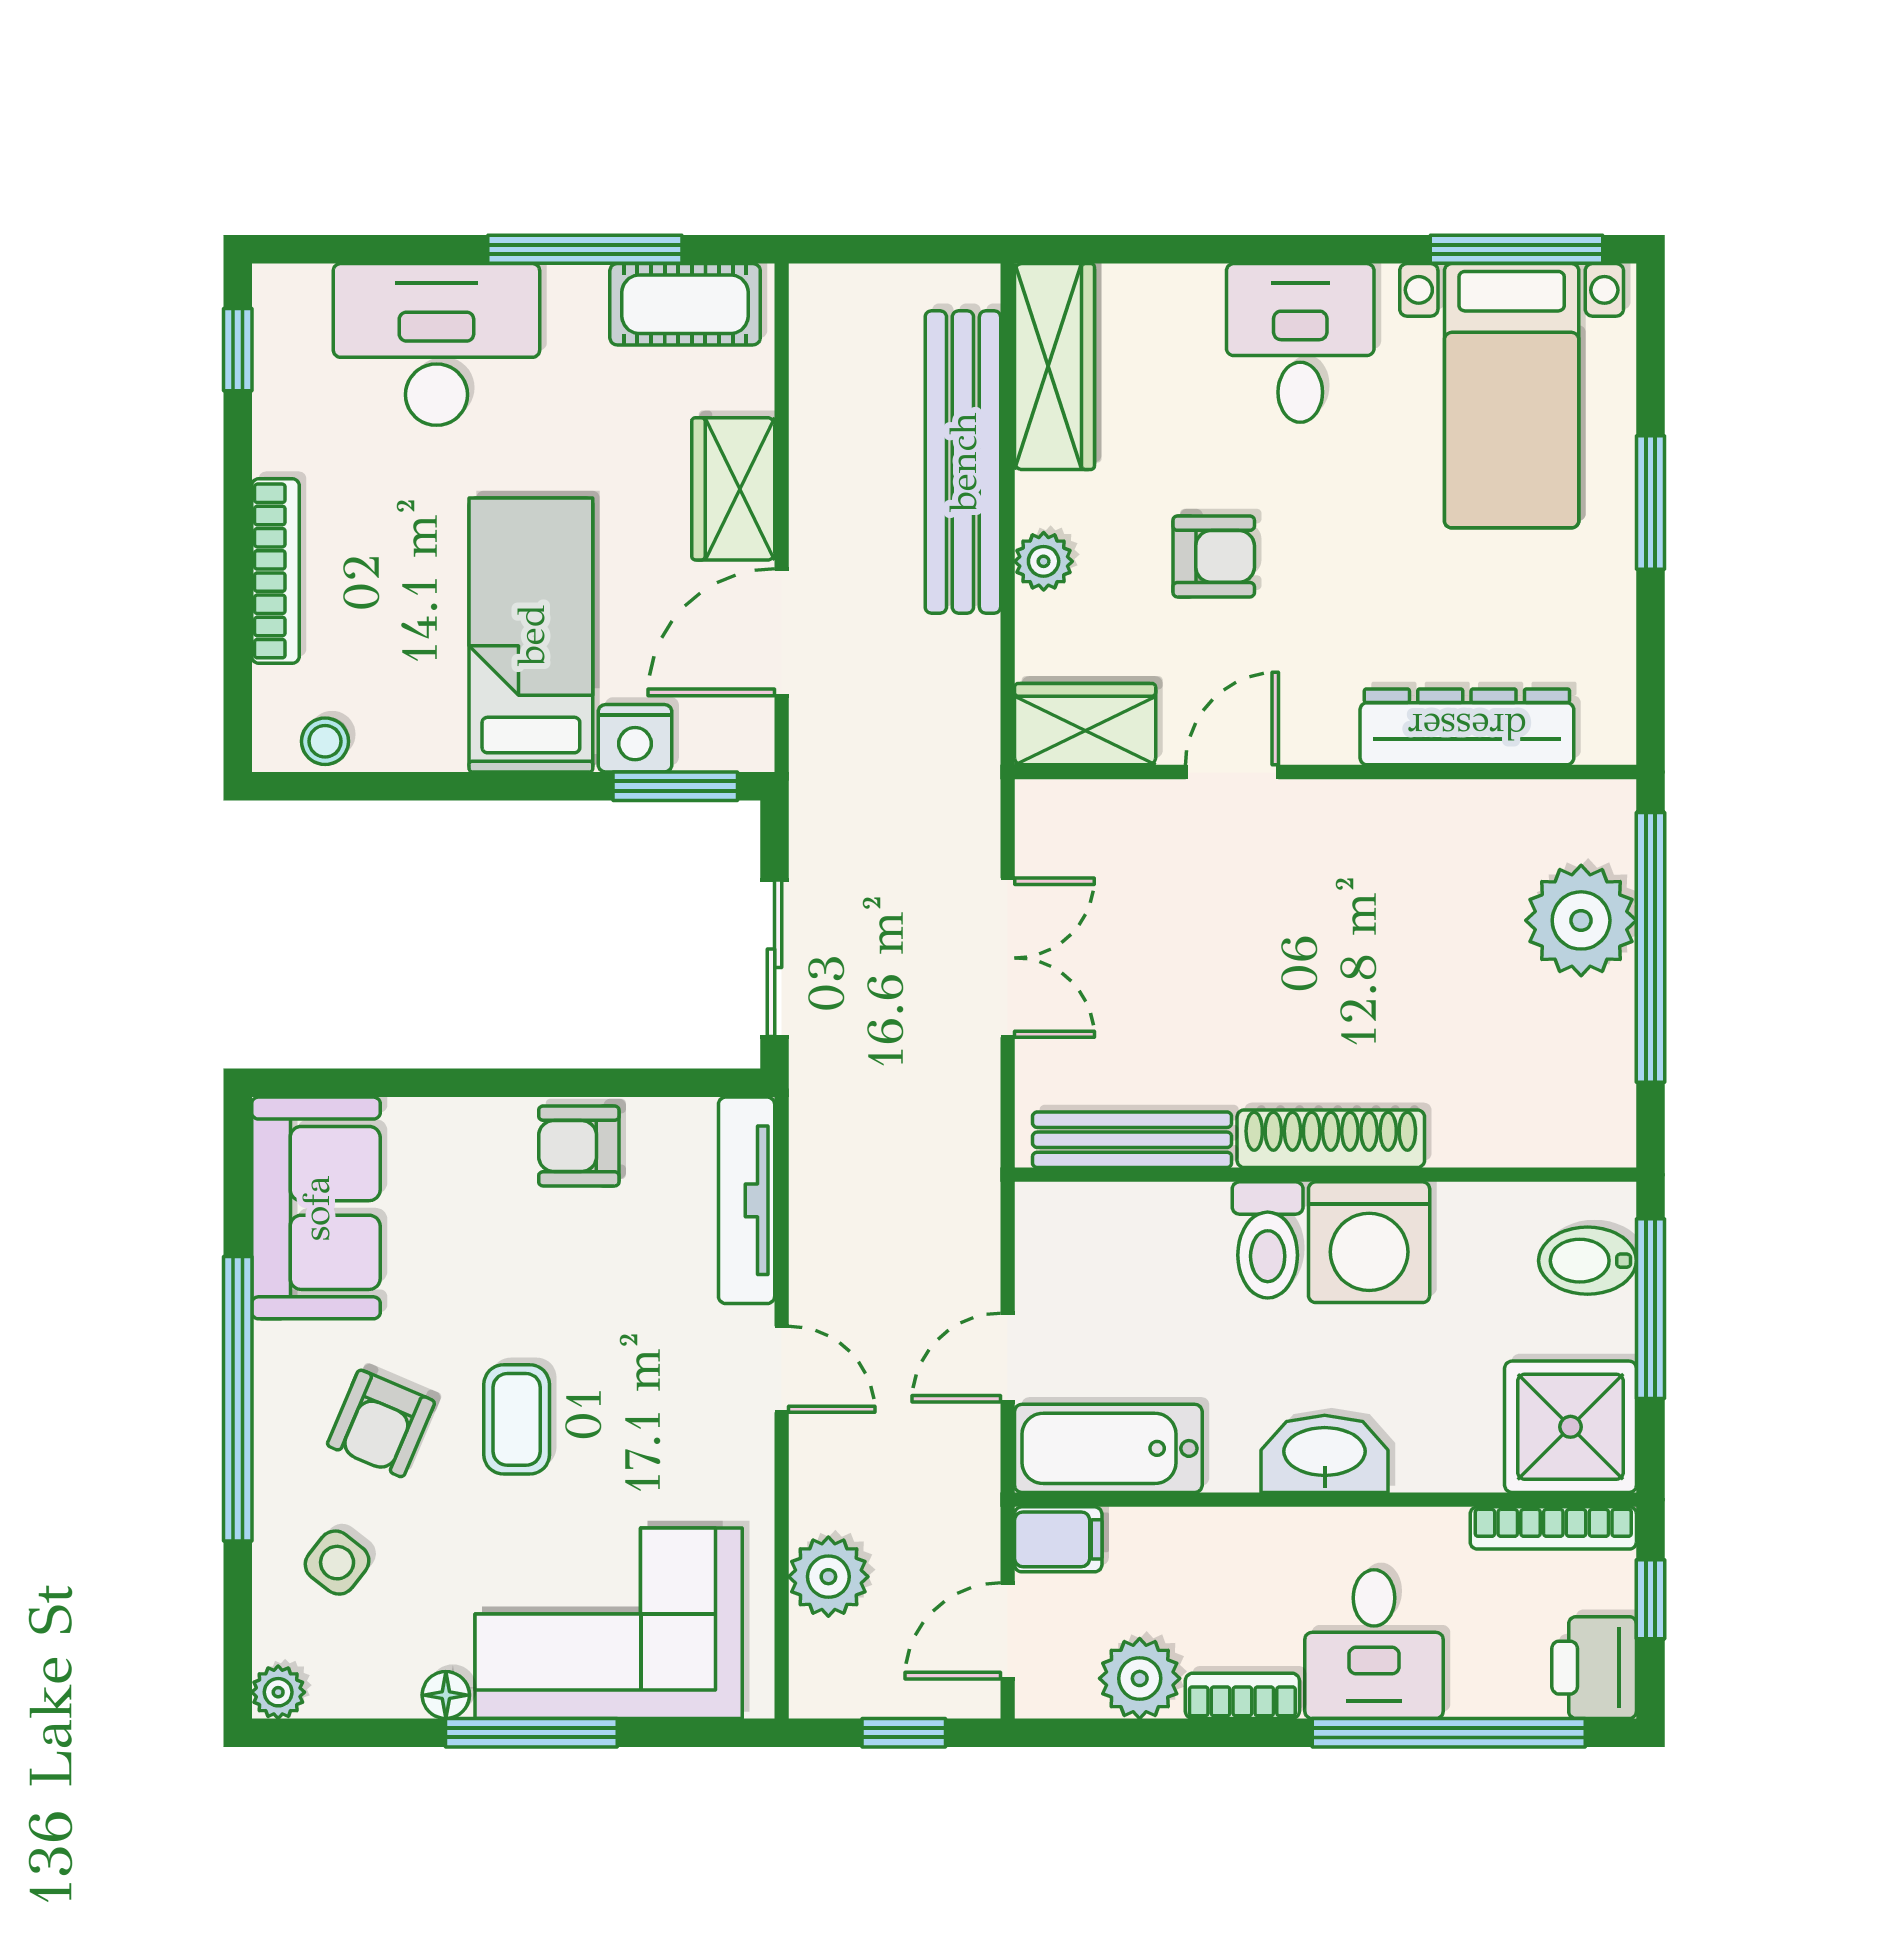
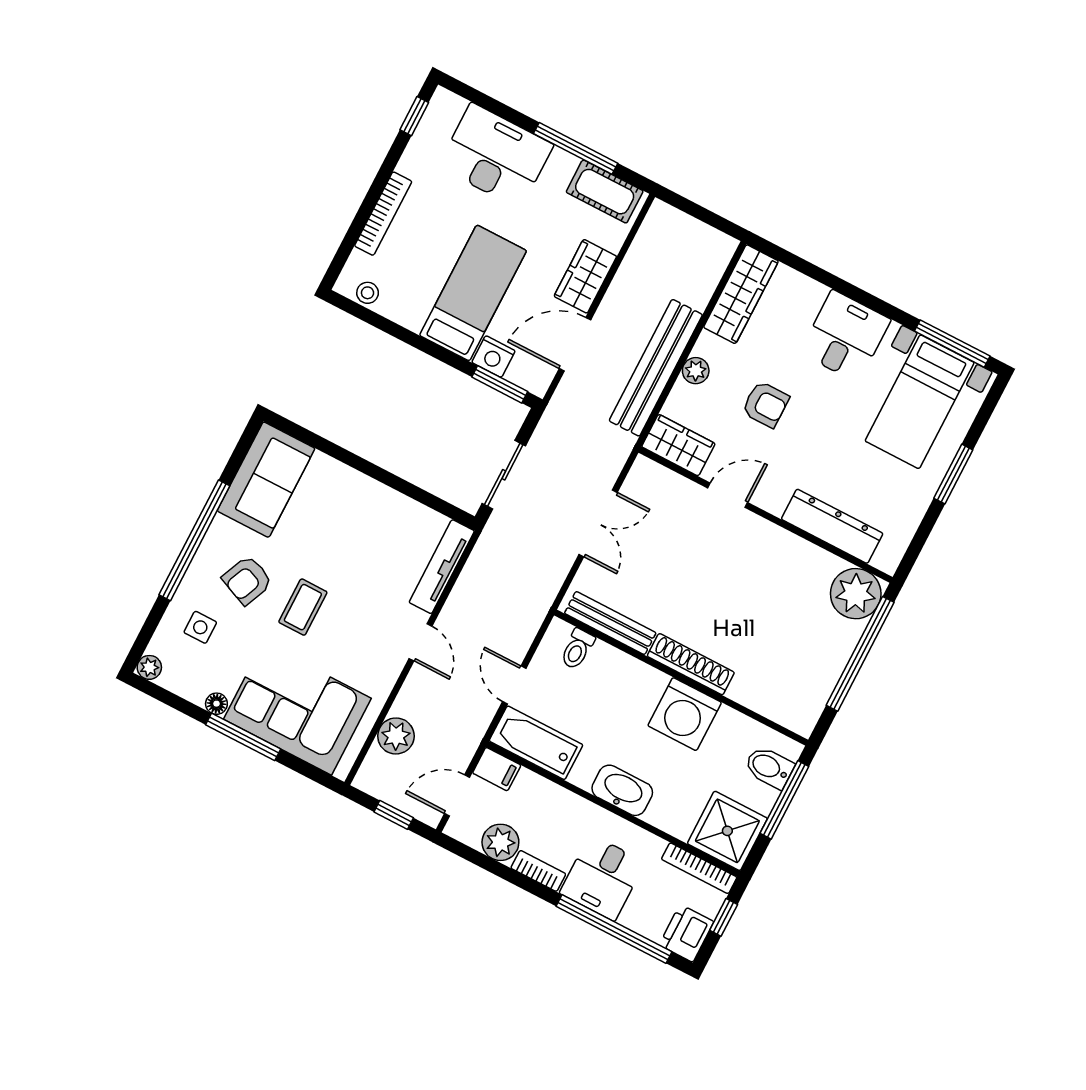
bench: (963, 462) -> (656, 368), moved
plant: (1581, 920) -> (856, 594), moved
armchair: (579, 1146) -> (385, 510), removed
toilet: (1268, 1240) -> (577, 649), moved, width x0.73, depth x0.72
door: (1008, 1358) -> (514, 685), hinge flipped
side table: (337, 1563) -> (200, 627), turned -38

